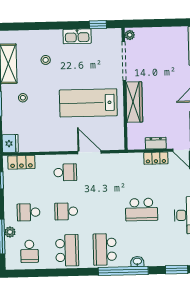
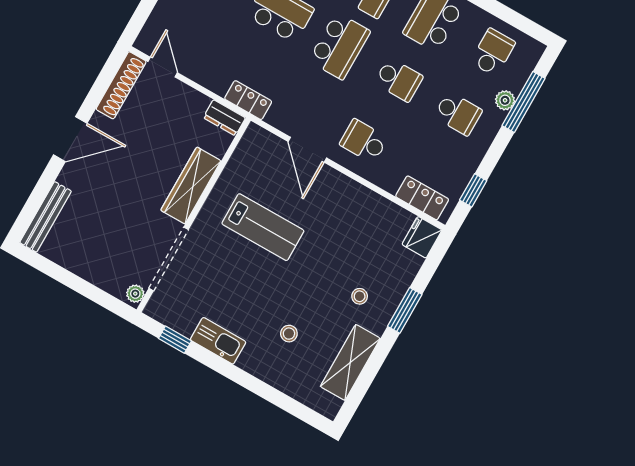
lab bench: (88, 103) -> (263, 227), width x0.73, depth x0.72
dresser: (156, 143) -> (224, 118), moved
locker: (156, 158) -> (248, 100), moved
school desk: (104, 210) -> (339, 46), added

